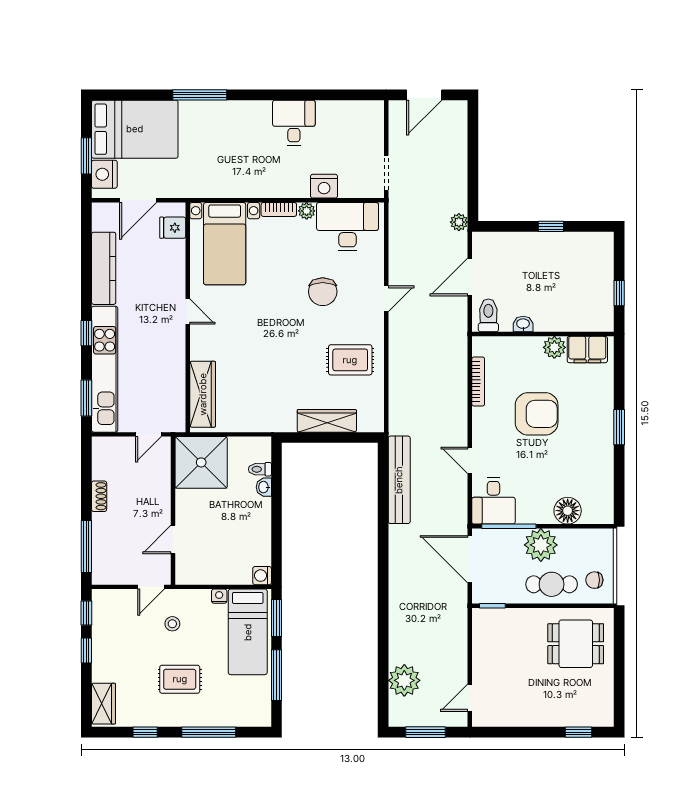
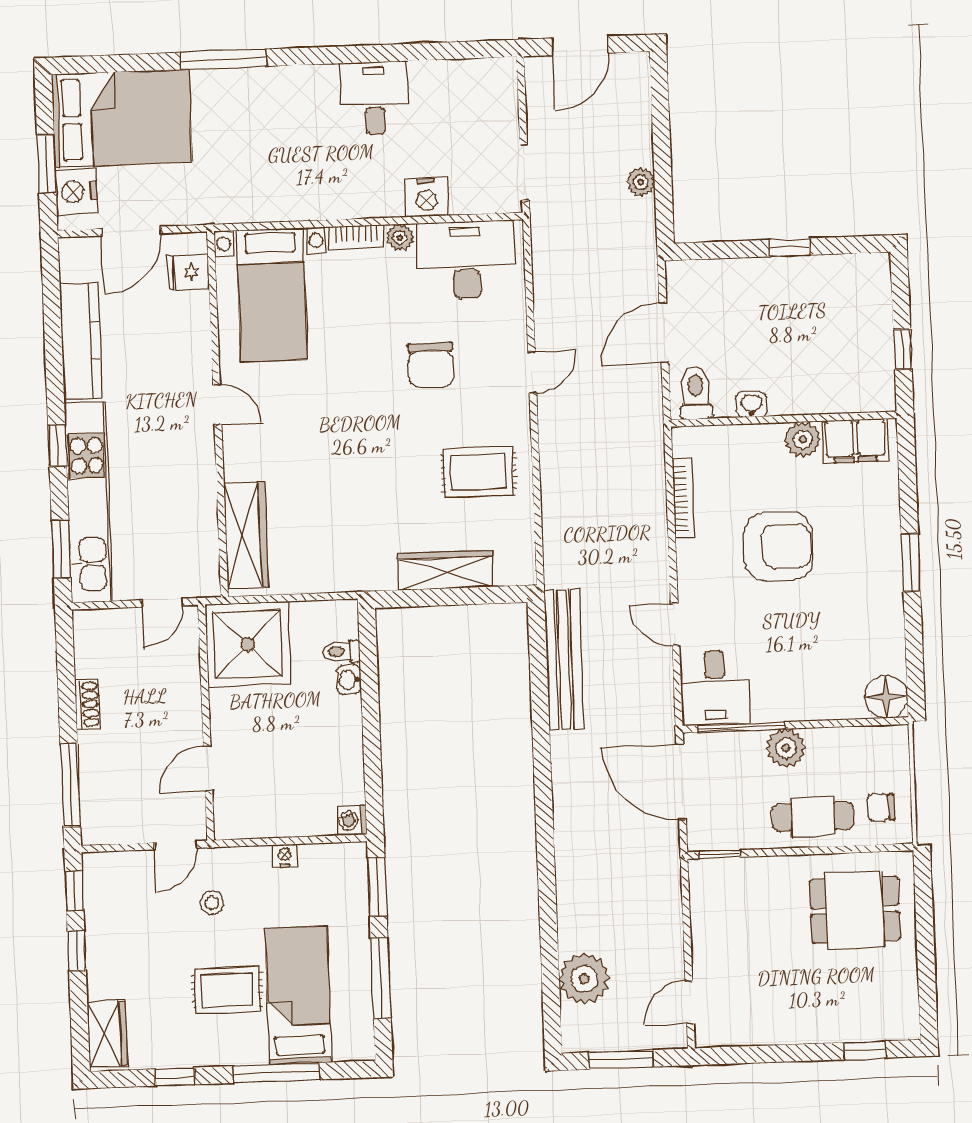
plant: (459, 222) -> (641, 182), moved
floor lamp: (568, 511) -> (886, 697), moved
plant: (541, 545) -> (786, 748), width x0.73, depth x0.73
bed: (248, 632) -> (298, 995), moved, turned 180

